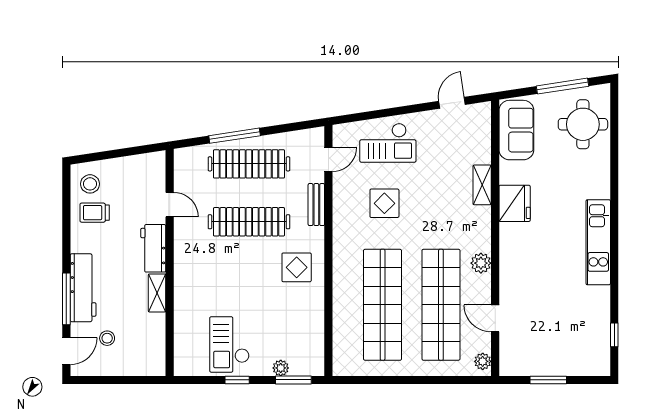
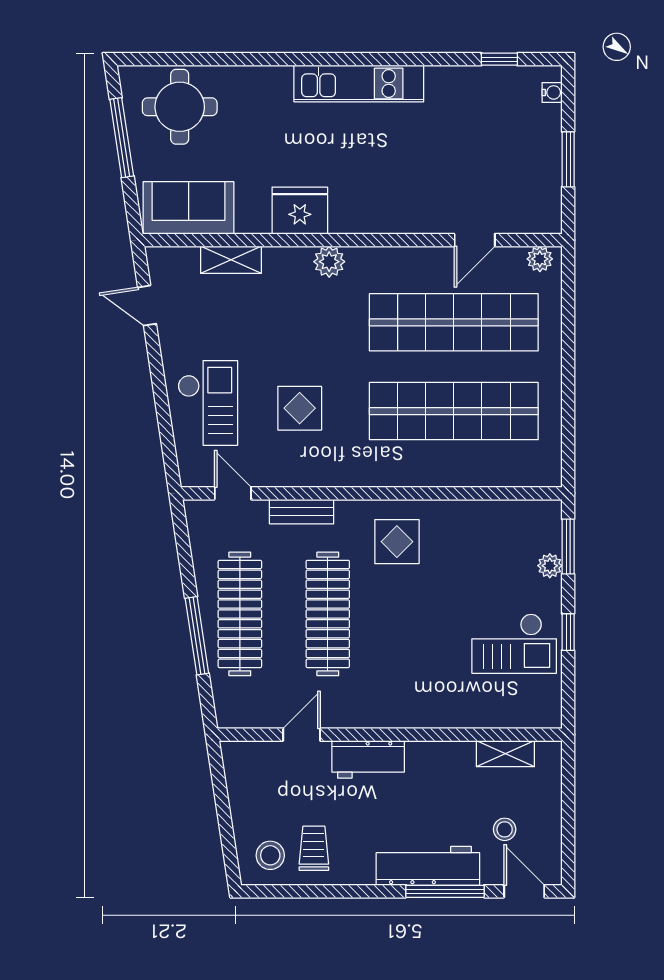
shelving: (482, 185) -> (231, 260), moved
trolley: (95, 213) -> (314, 848), turned 180
plant: (481, 263) -> (329, 262), moved
shelving: (157, 293) -> (505, 754), moved
water cooler: (592, 369) -> (552, 92), added

